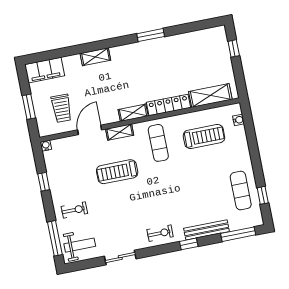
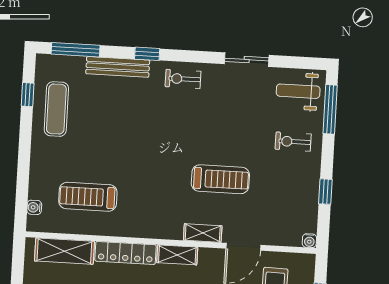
exercise mat: (158, 143) -> (153, 204), removed

